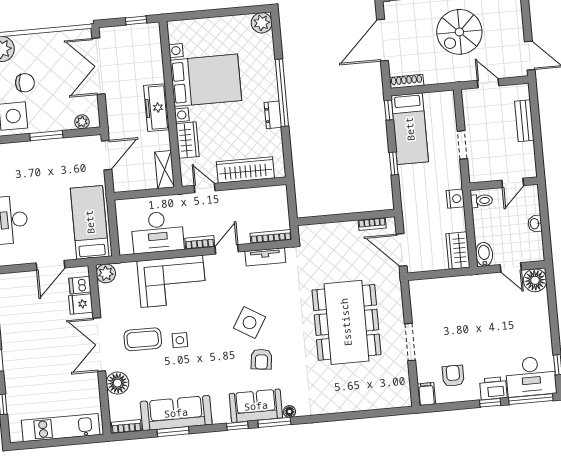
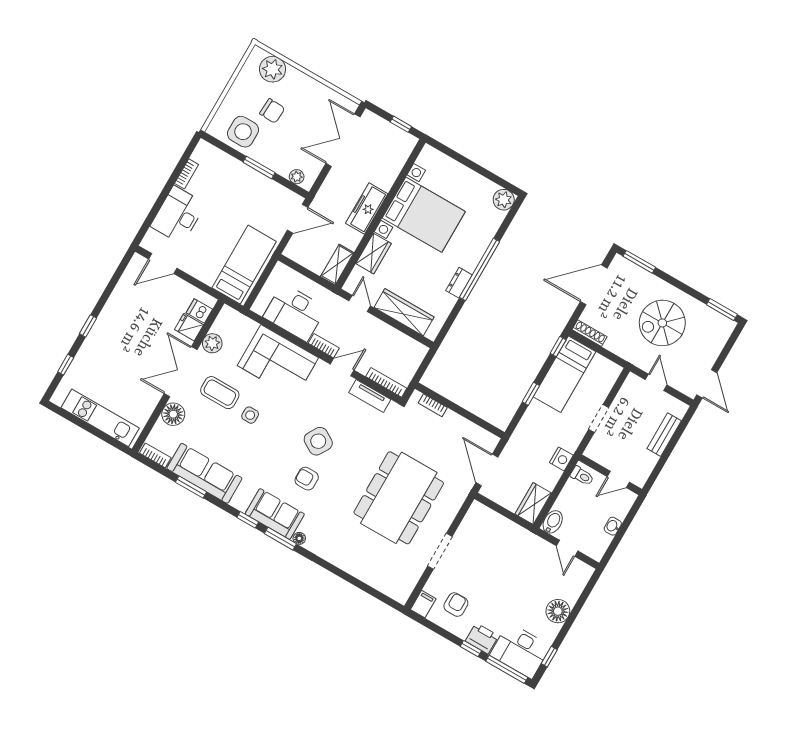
bookcase: (372, 224) -> (433, 405), moved
door: (50, 265) -> (163, 264), moved
plant: (106, 273) -> (212, 343), moved
floor lamp: (535, 280) -> (558, 611), moved
armchair: (261, 359) -> (307, 479), turned 83

